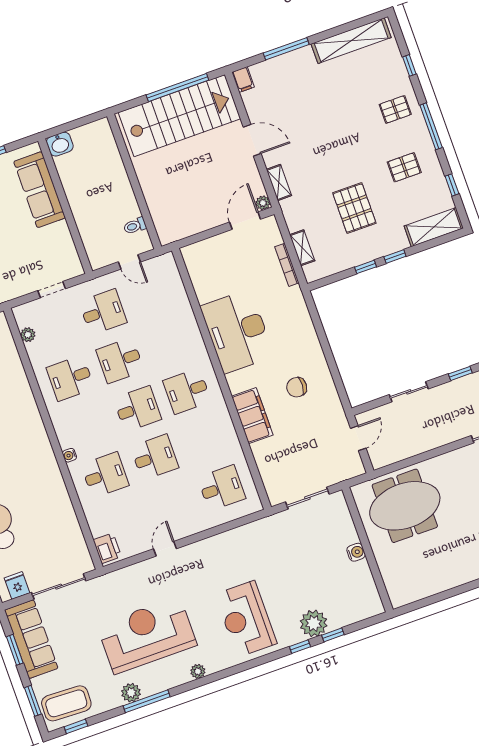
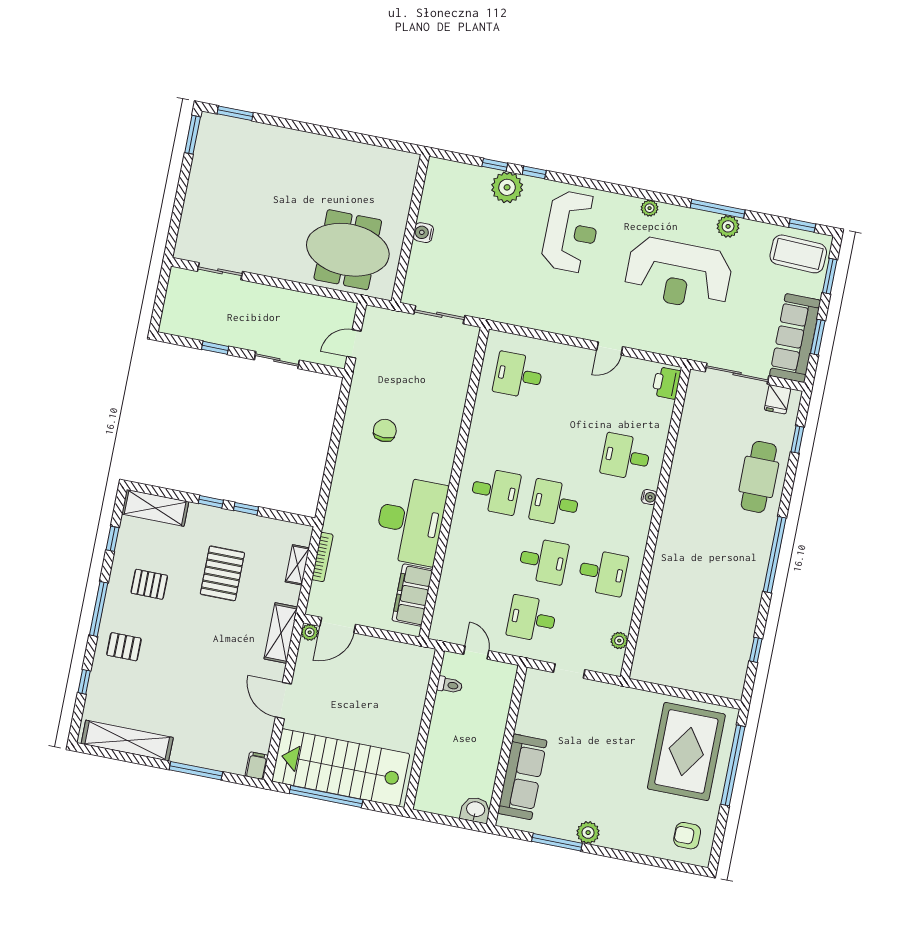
shelving: (279, 182) -> (281, 633), width x1.50, depth x1.33
chair: (297, 387) -> (385, 430), turned -93
filing cabinet: (252, 416) -> (412, 595), moved
desk: (155, 457) -> (566, 445), removed

